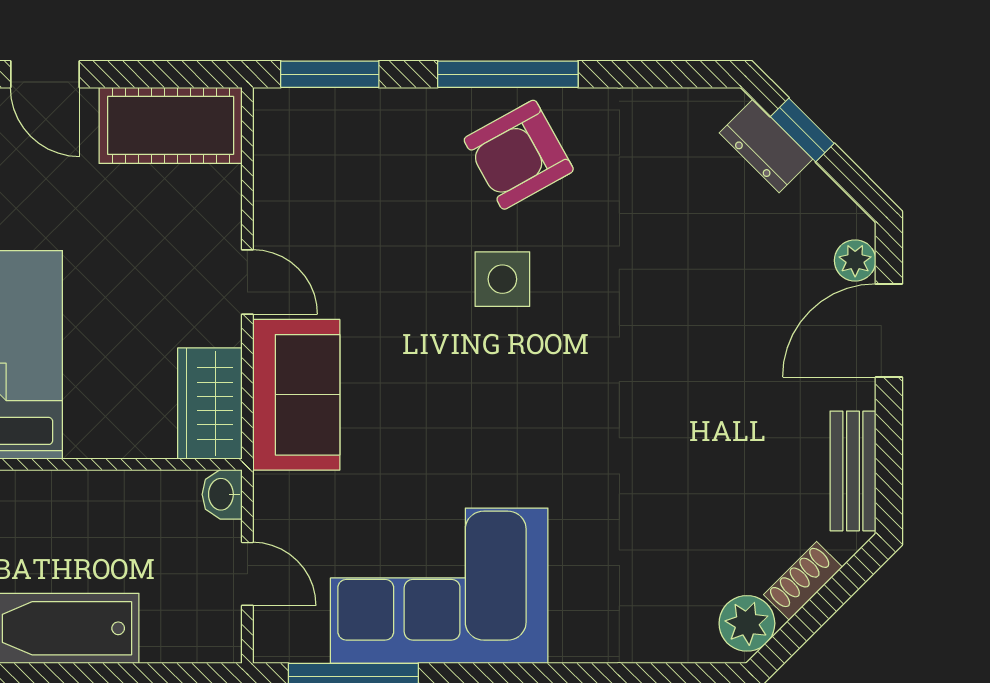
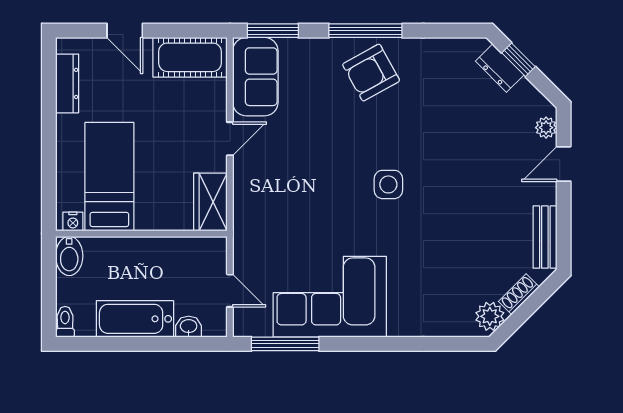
side table: (502, 279) -> (388, 184), moved
door: (247, 282) -> (230, 139), hinge flipped
door: (889, 330) -> (564, 164), width x0.73
sofa: (296, 395) -> (255, 77), moved
washbasin: (222, 494) -> (189, 327), moved, turned 90

